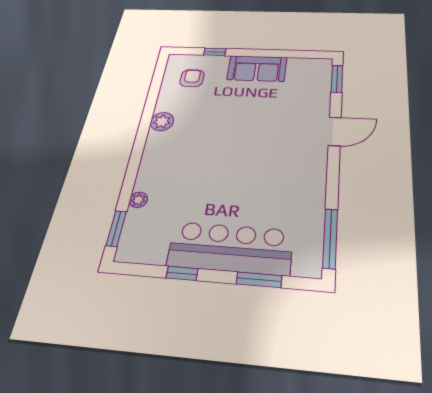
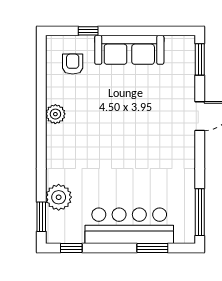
sofa: (257, 68) -> (129, 50), width x1.36
plant: (138, 200) -> (59, 197), width x1.87, depth x1.87
window: (182, 273) -> (71, 248), moved

